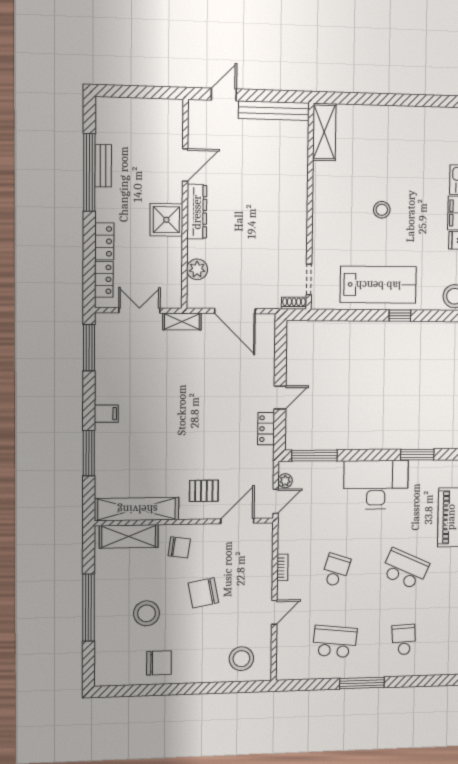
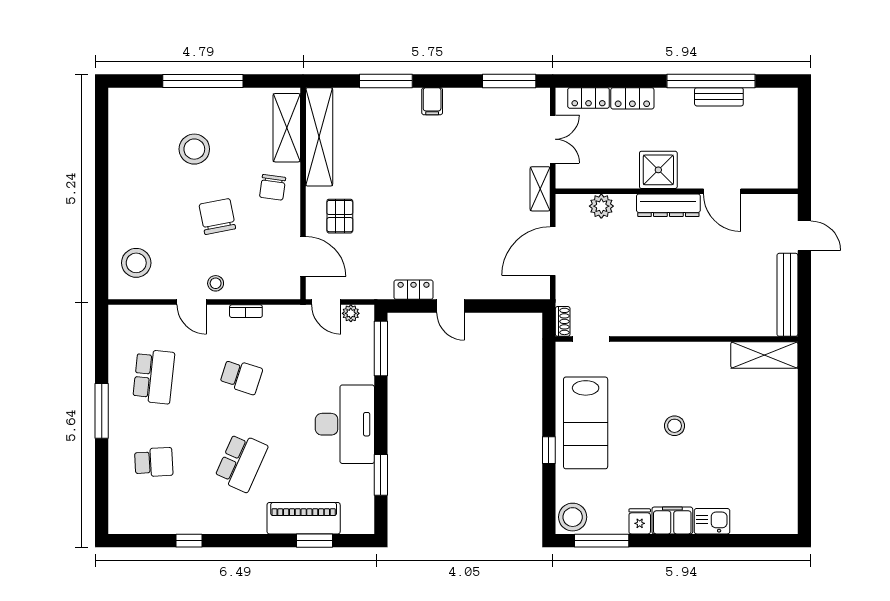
stool: (259, 593) -> (216, 283), added
chair: (159, 663) -> (134, 164), removed

